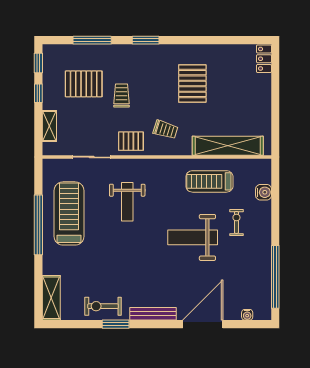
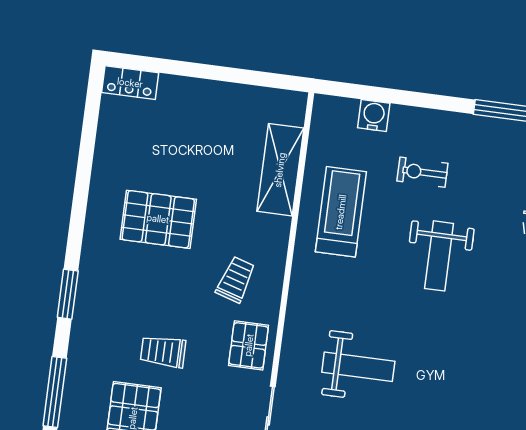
shelving: (228, 146) -> (280, 170), width x0.68
treadmill: (209, 181) -> (341, 212), turned 180
weight bench: (193, 237) -> (439, 256), width x0.73, depth x0.75

